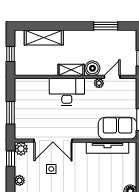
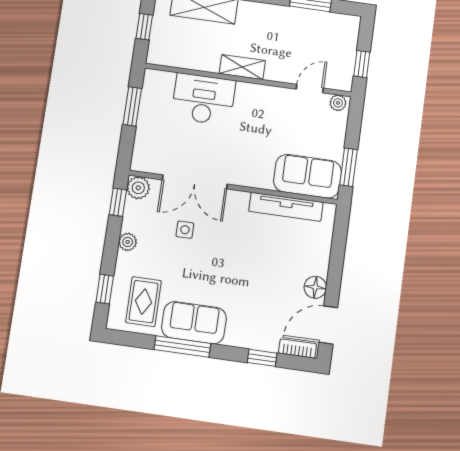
boiler: (92, 68) -> (279, 69), removed
plant: (99, 83) -> (338, 103), moved
desk: (67, 92) -> (203, 99), moved
window: (10, 113) -> (132, 106), moved

